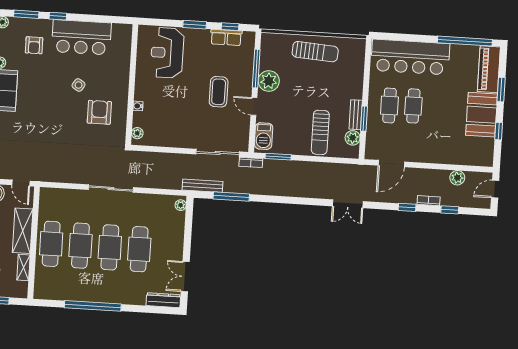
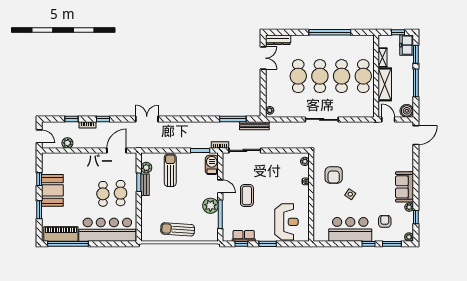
piano: (489, 69) -> (61, 234), moved, turned -90
door: (495, 189) -> (39, 136), hinge flipped

